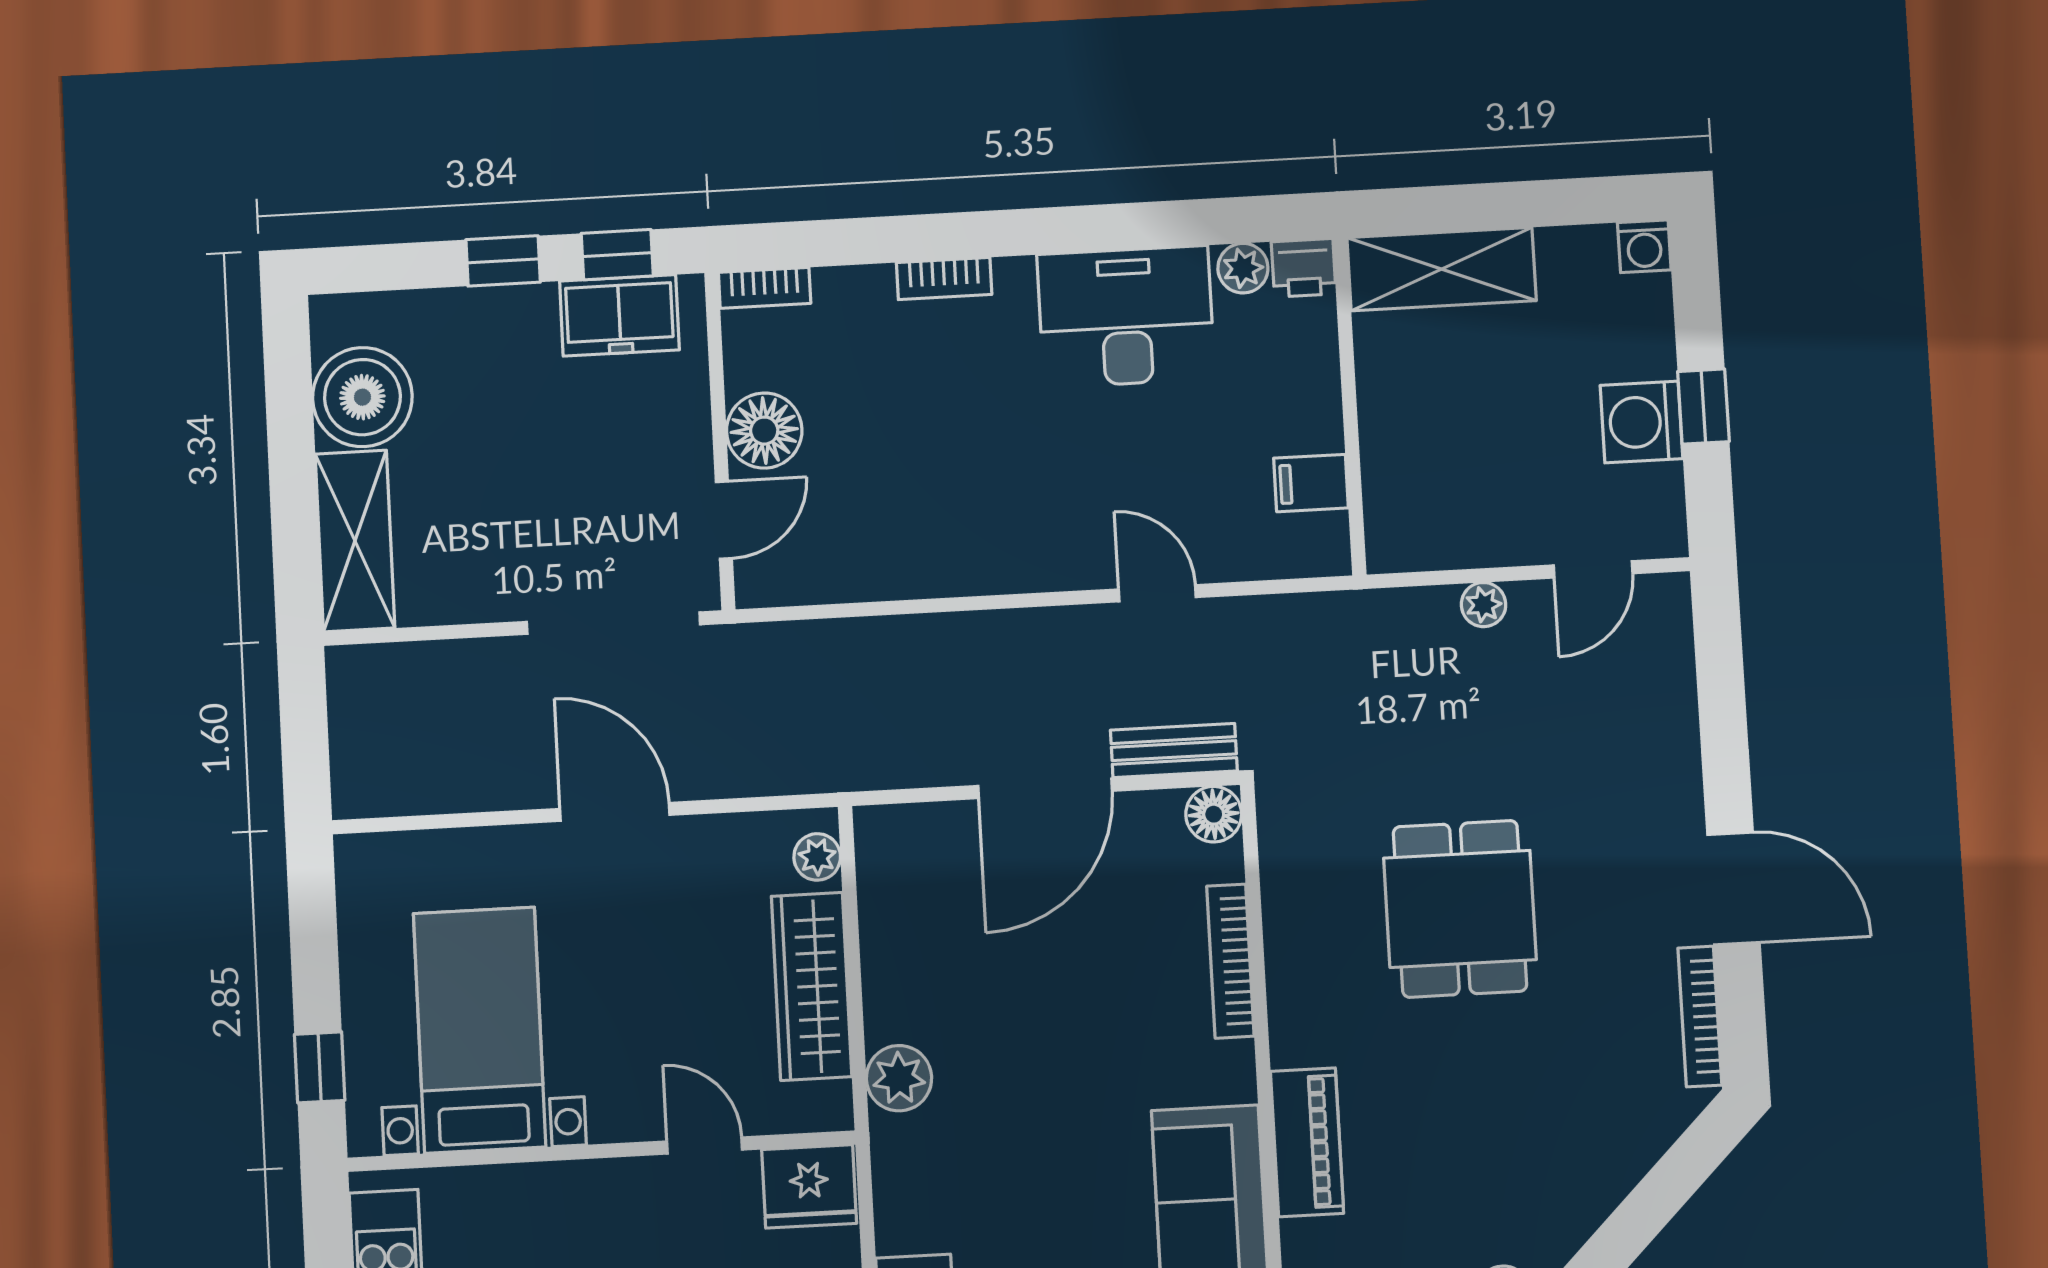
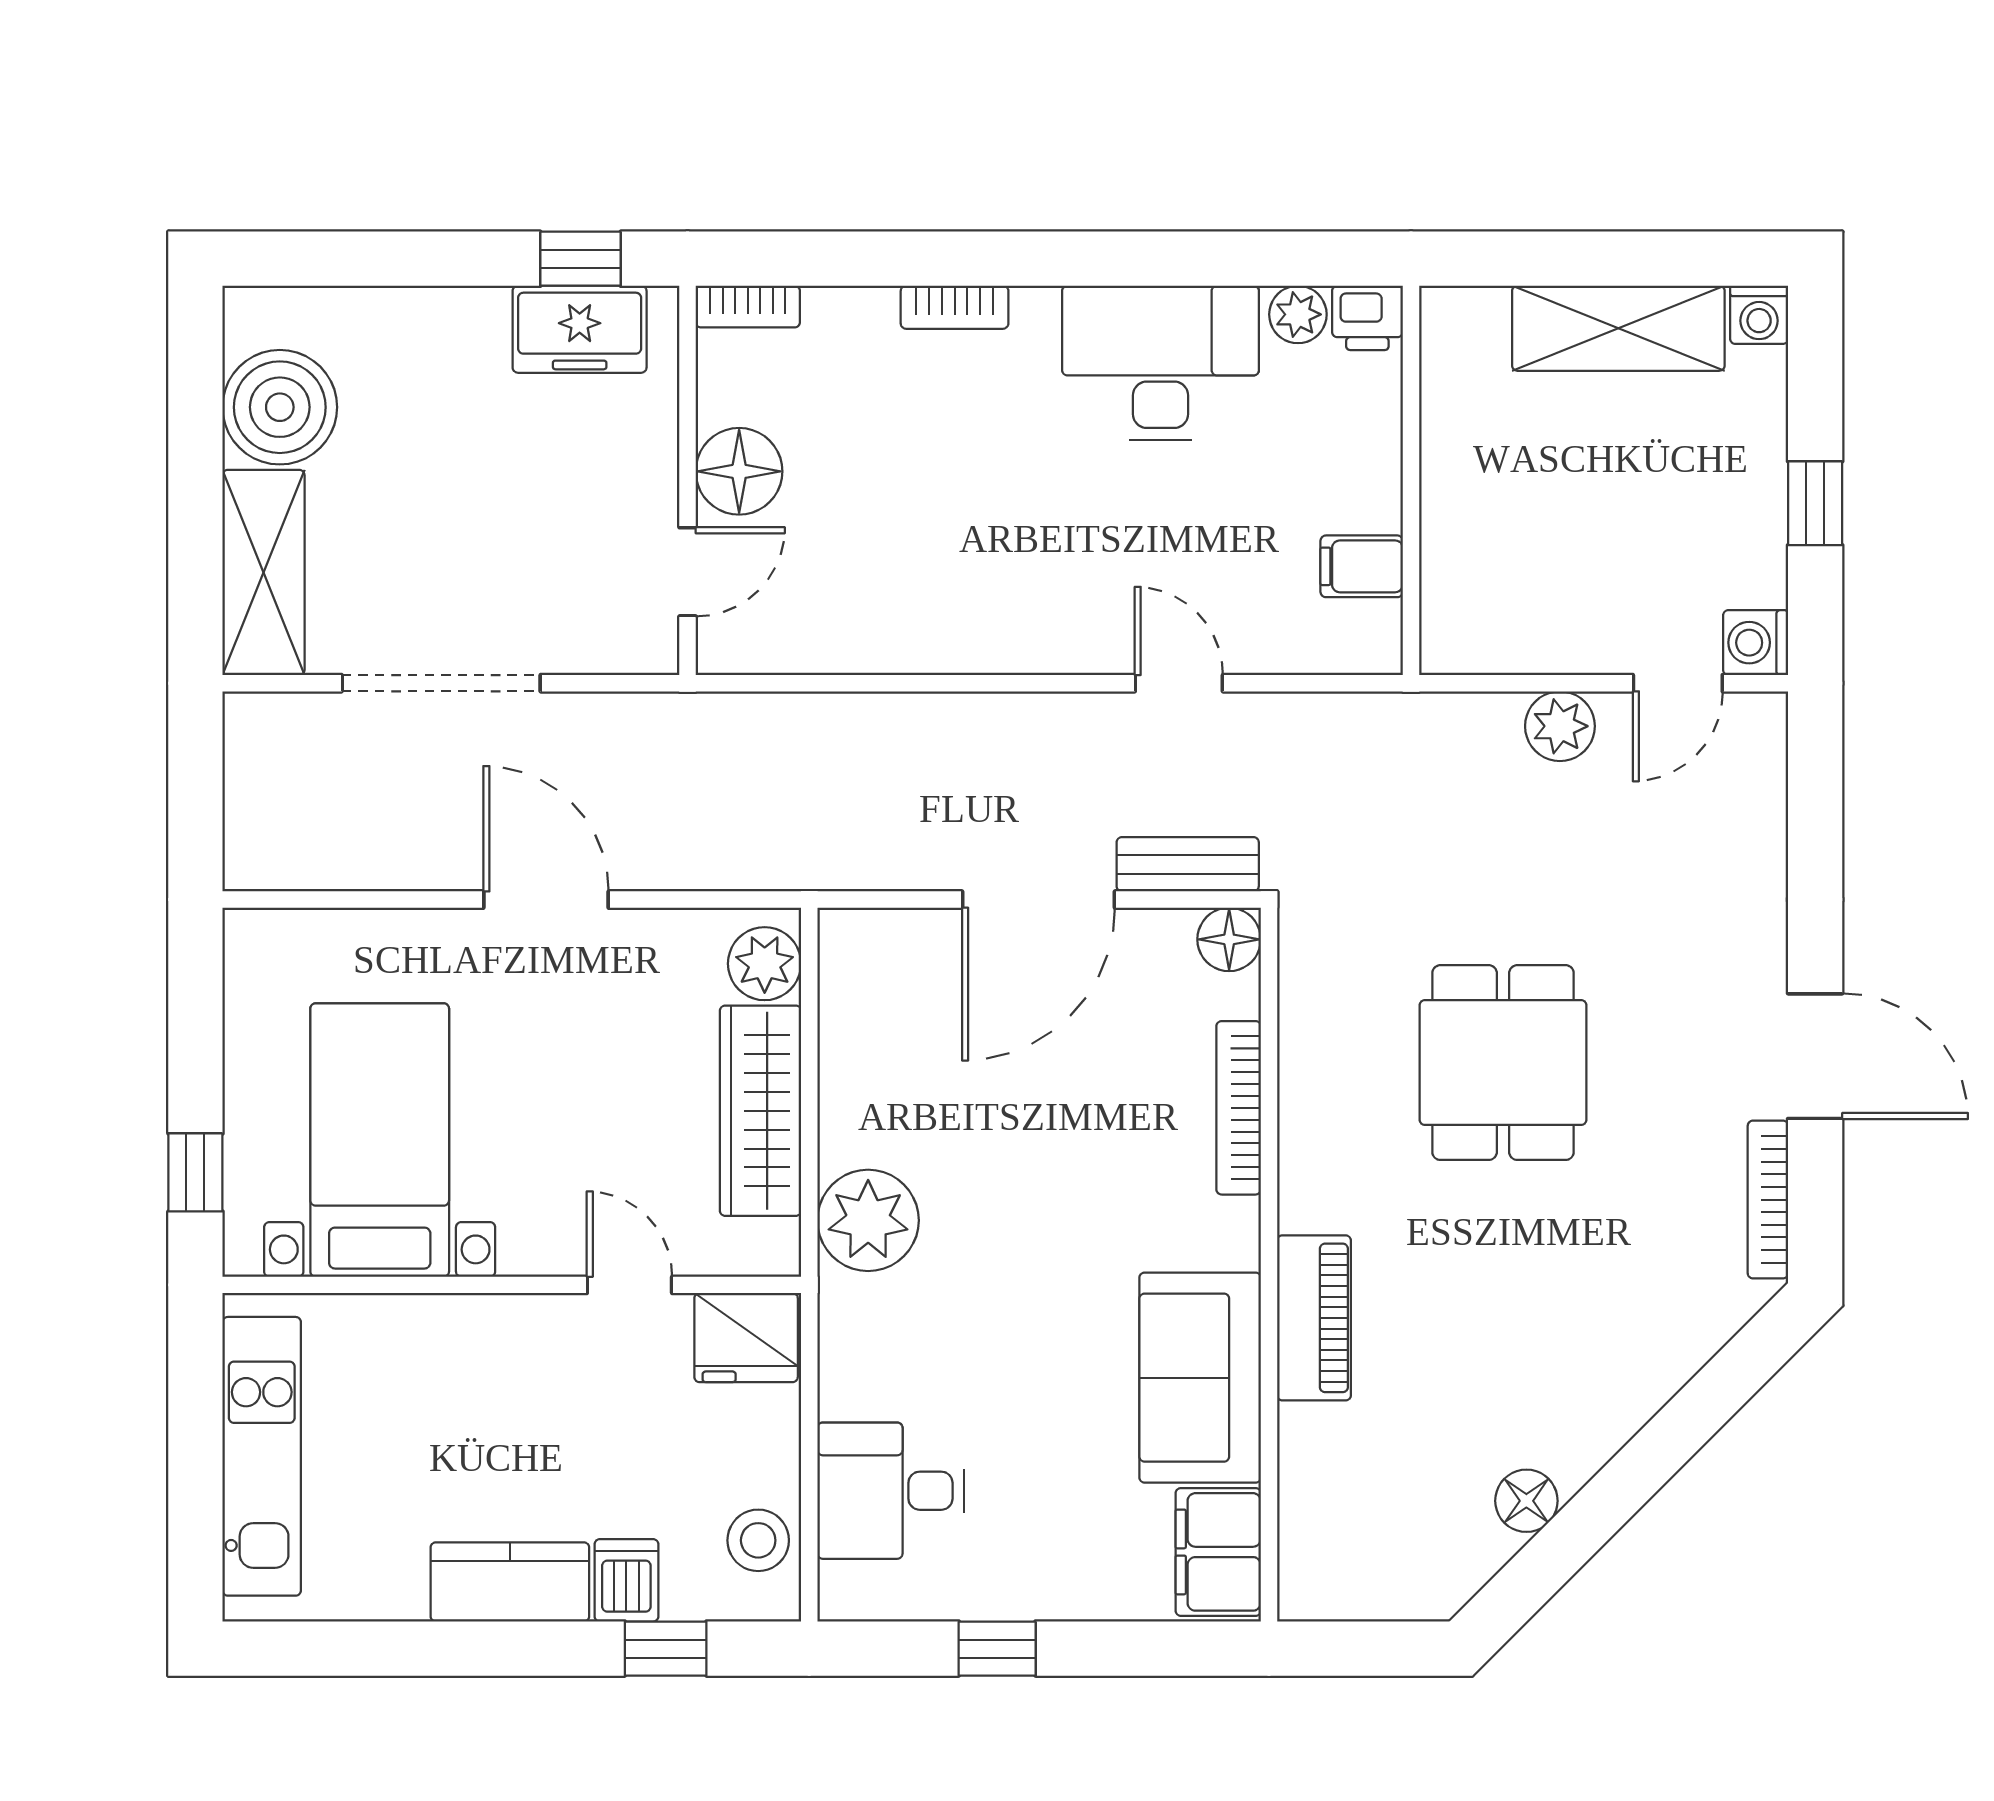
window: (503, 261) -> (449, 259), removed
shelving: (1442, 269) -> (1618, 328), moved
washing machine: (1641, 422) -> (1756, 643), moved, width x0.73, depth x0.73
plant: (1484, 605) -> (1560, 726), width x1.38, depth x1.38
doorway: (613, 623) -> (441, 683), moved
plant: (817, 857) -> (765, 964), width x1.38, depth x1.38
plant: (899, 1078) -> (868, 1220), width x1.36, depth x1.36

